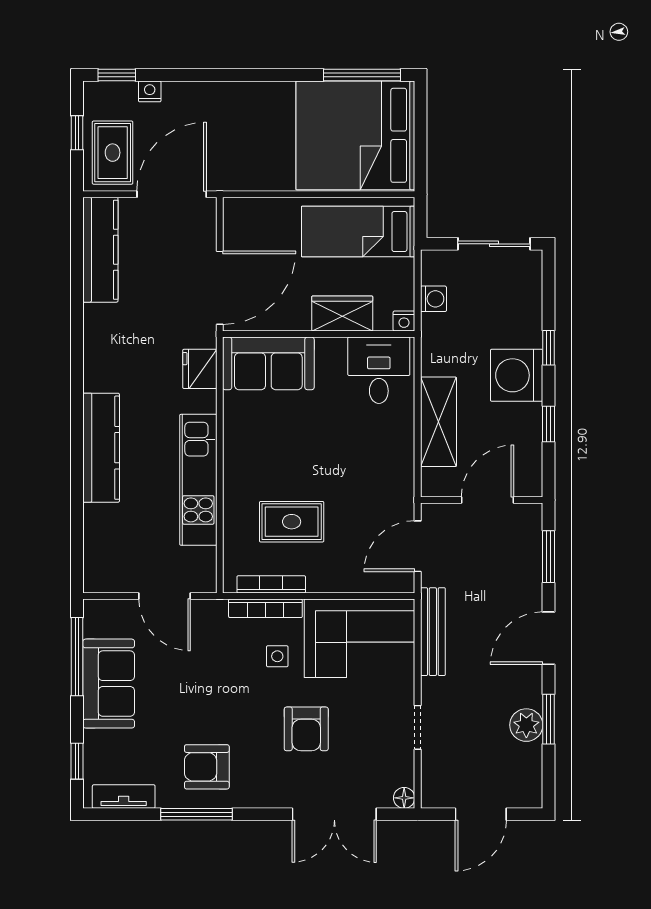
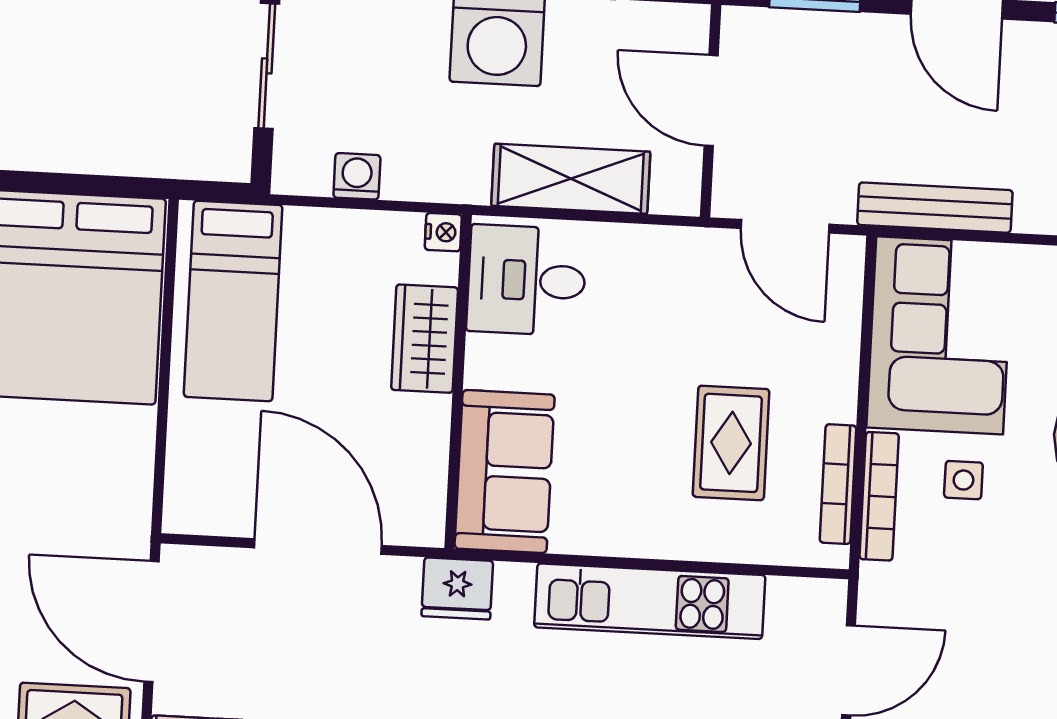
wardrobe: (342, 313) -> (425, 339), moved
nightstand: (404, 321) -> (443, 232), moved
wall: (319, 334) -> (458, 382), moved
sofa: (268, 363) -> (505, 472), moved
desk: (379, 370) -> (527, 280), moved

